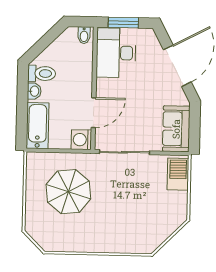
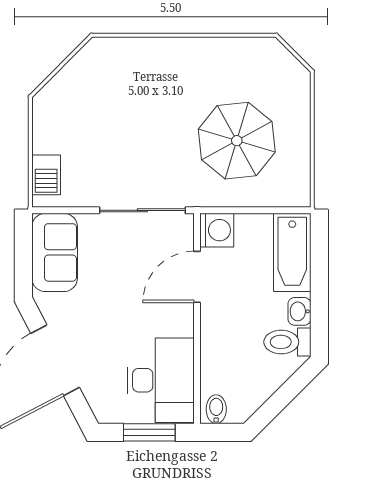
barbecue: (178, 174) -> (46, 175), width x0.73, depth x0.79

